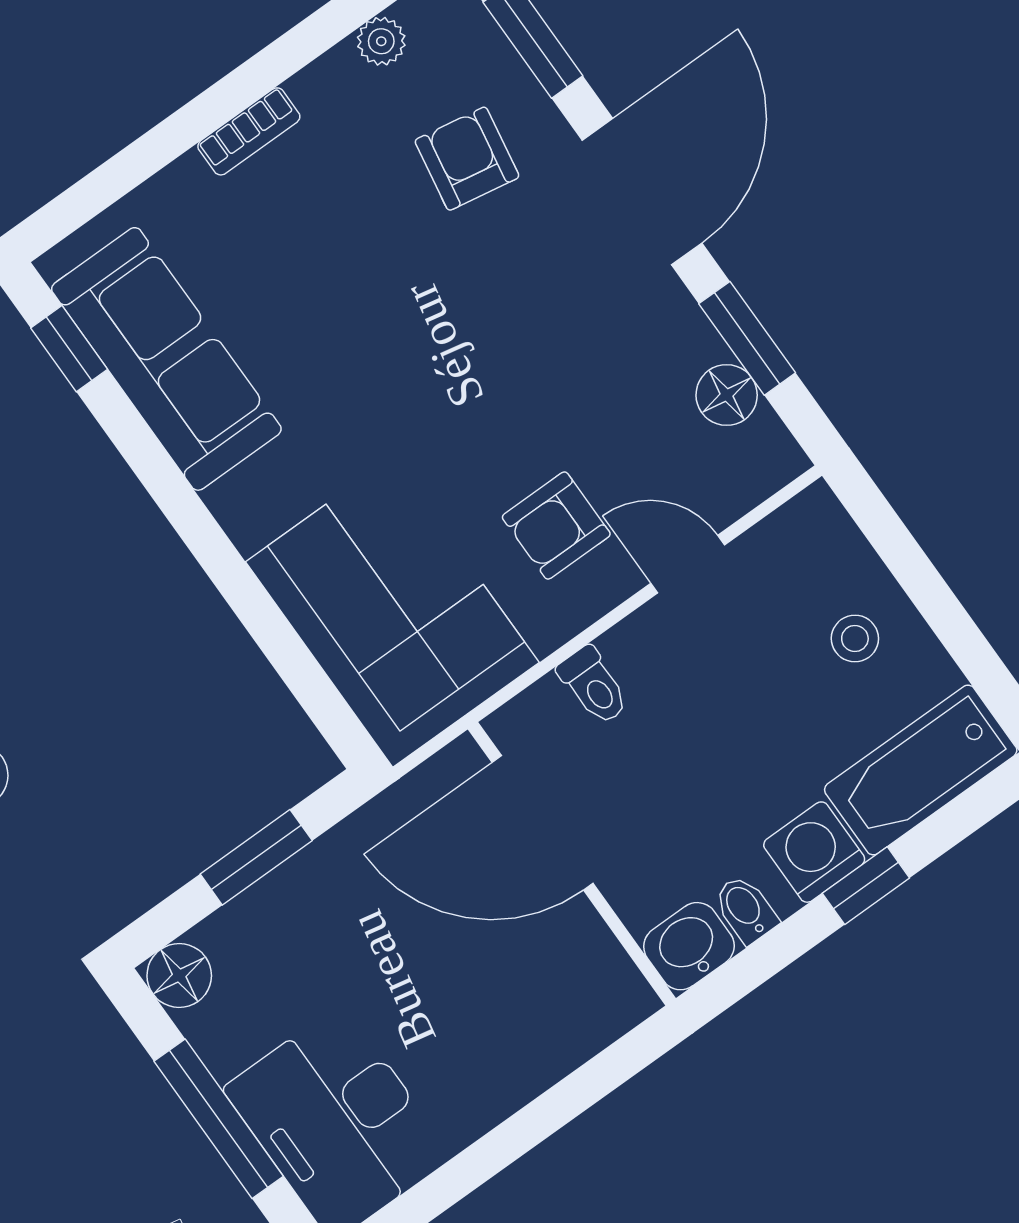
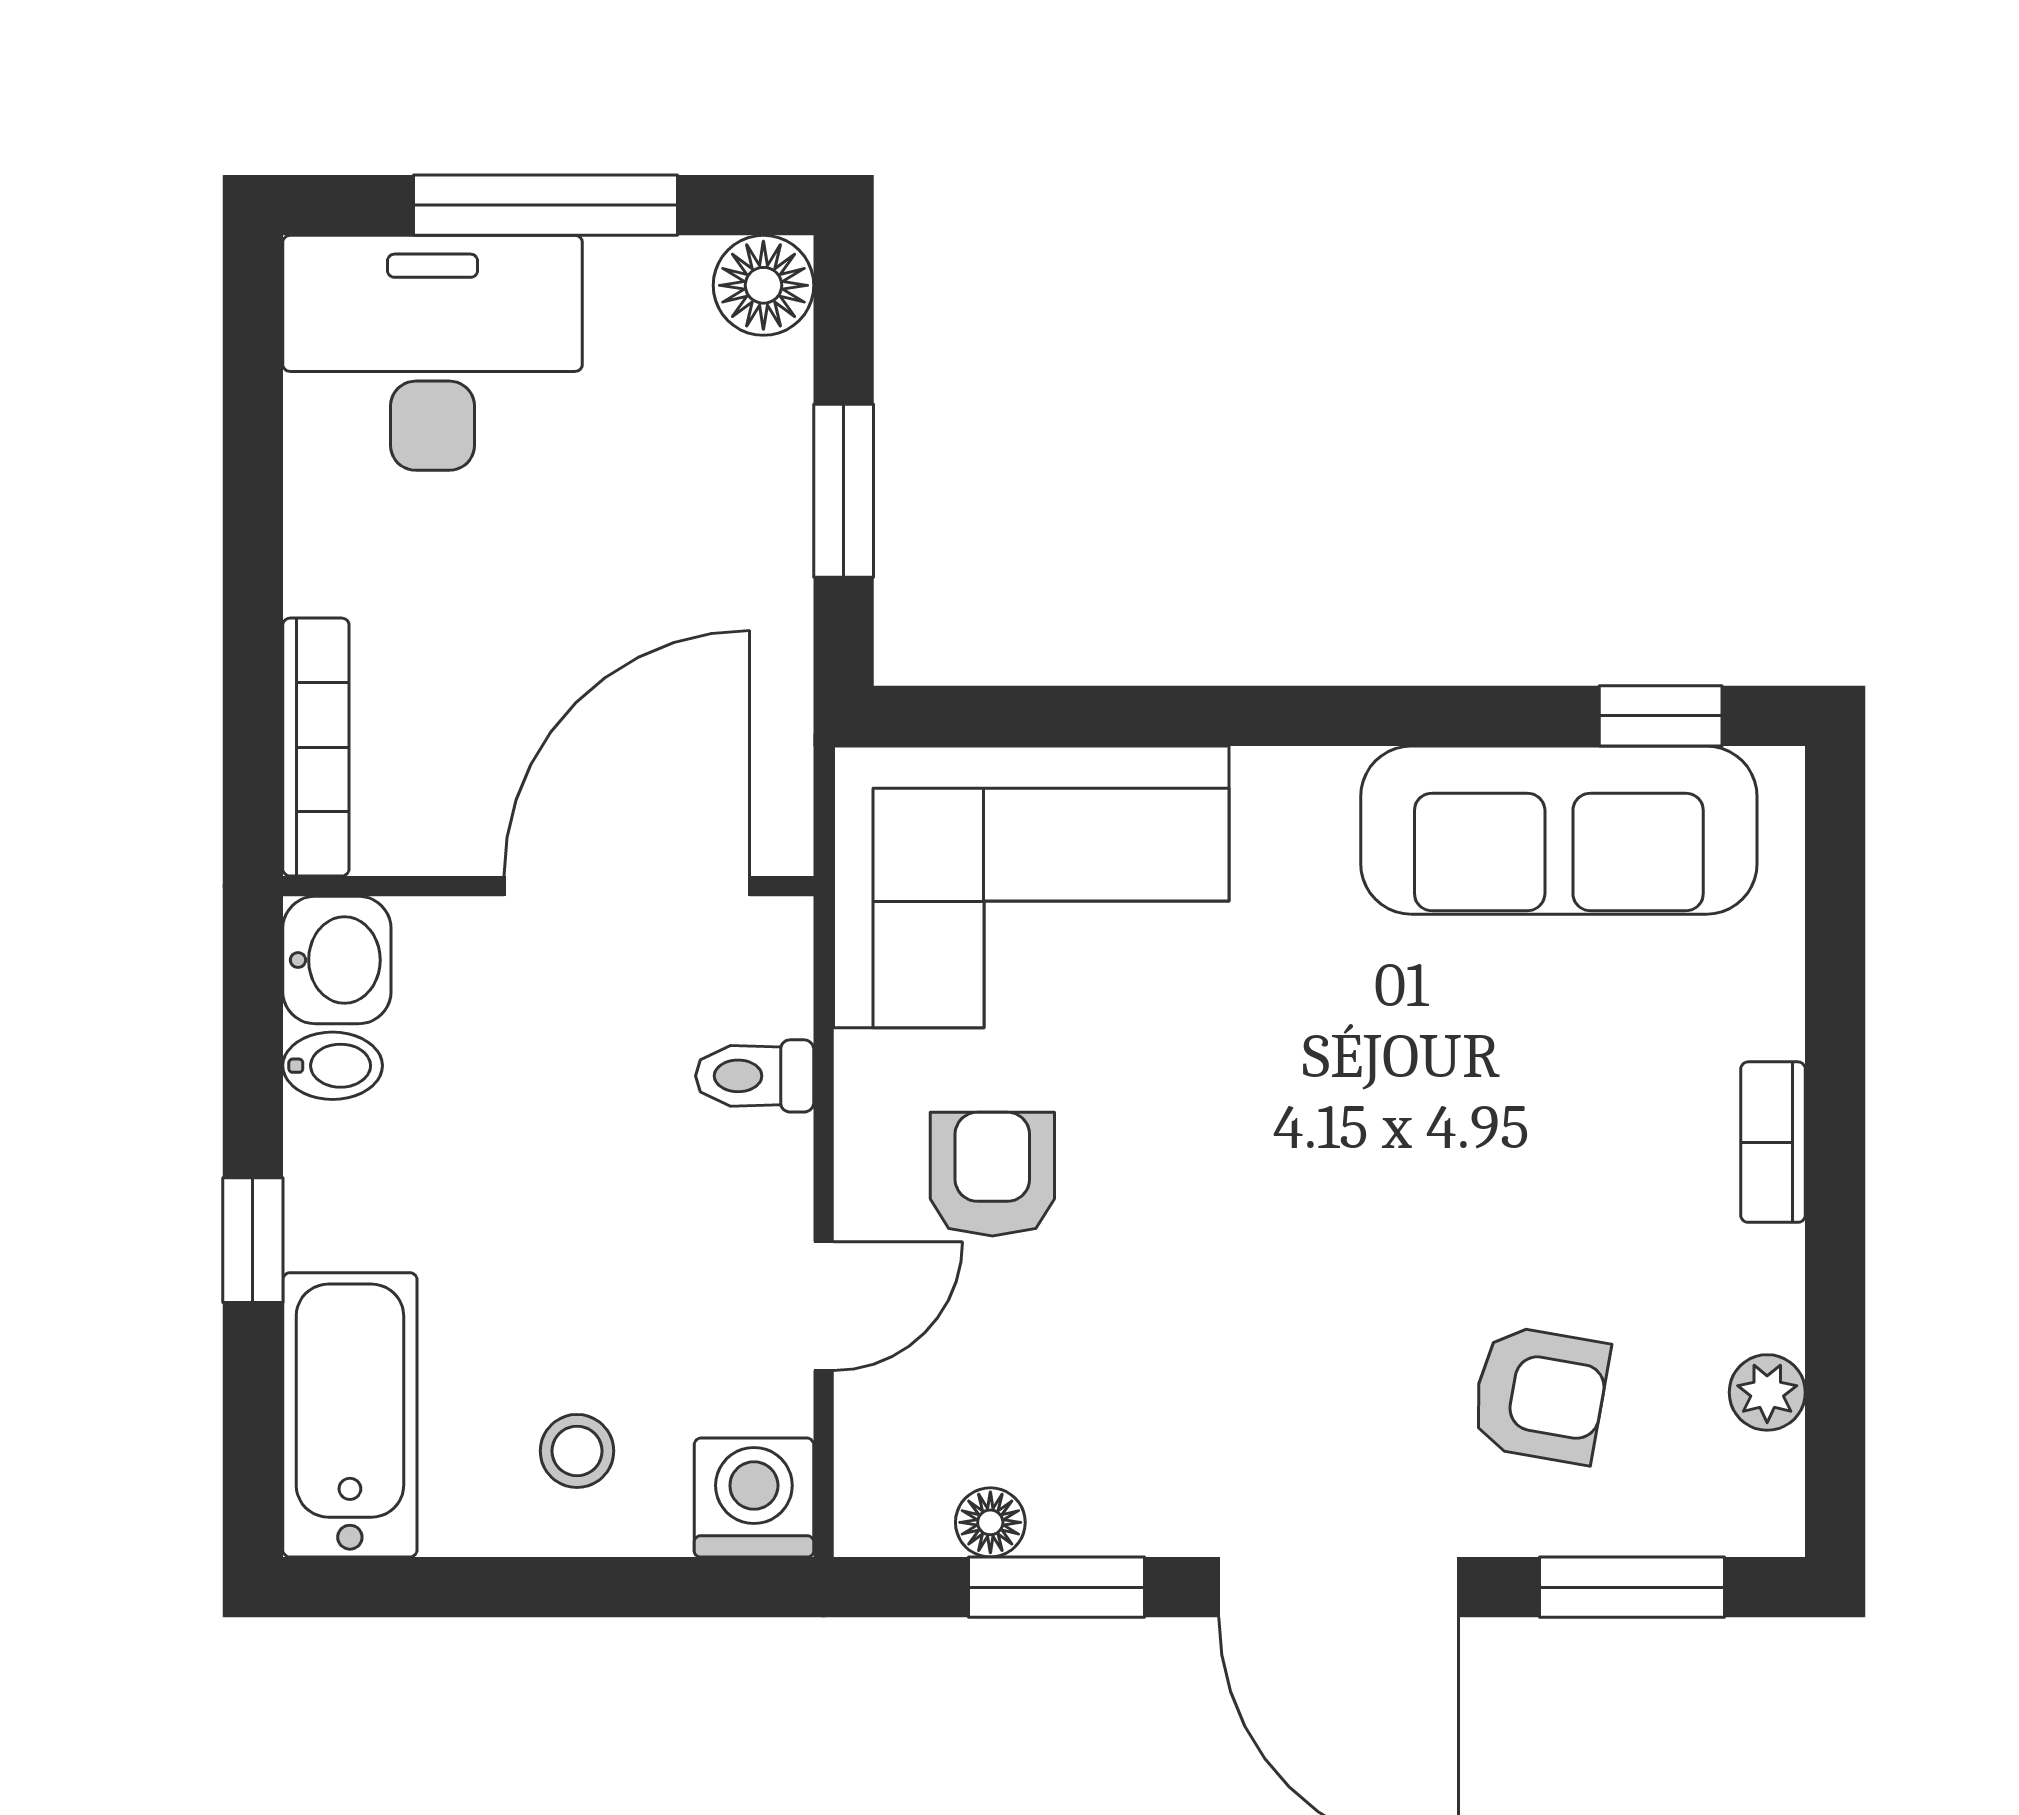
floor lamp: (727, 395) -> (990, 1522), width x0.73, depth x0.73
washing machine: (814, 852) -> (754, 1497), moved, turned -90
bookcase: (586, 1036) -> (316, 747), added

